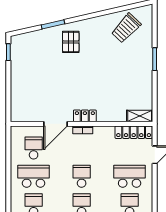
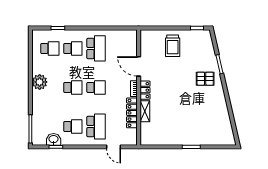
trolley: (126, 28) -> (173, 46), moved, turned -133
shelving: (140, 116) -> (145, 111), moved
locker: (134, 132) -> (132, 113), moved
school desk: (34, 148) -> (119, 48), removed

